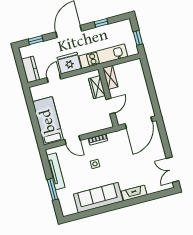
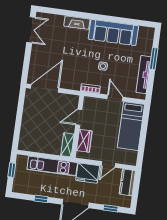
shelving: (110, 77) -> (67, 145), moved
wardrobe: (97, 87) -> (84, 141), moved
wall: (108, 97) -> (78, 127), moved
door: (110, 106) -> (79, 117), moved

